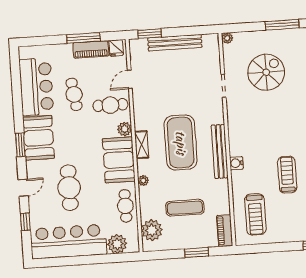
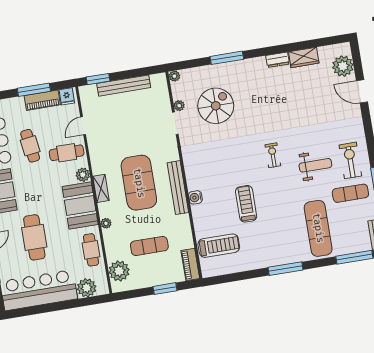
plant: (229, 68) -> (179, 106), added
treadmill: (255, 214) -> (219, 246), turned -90

